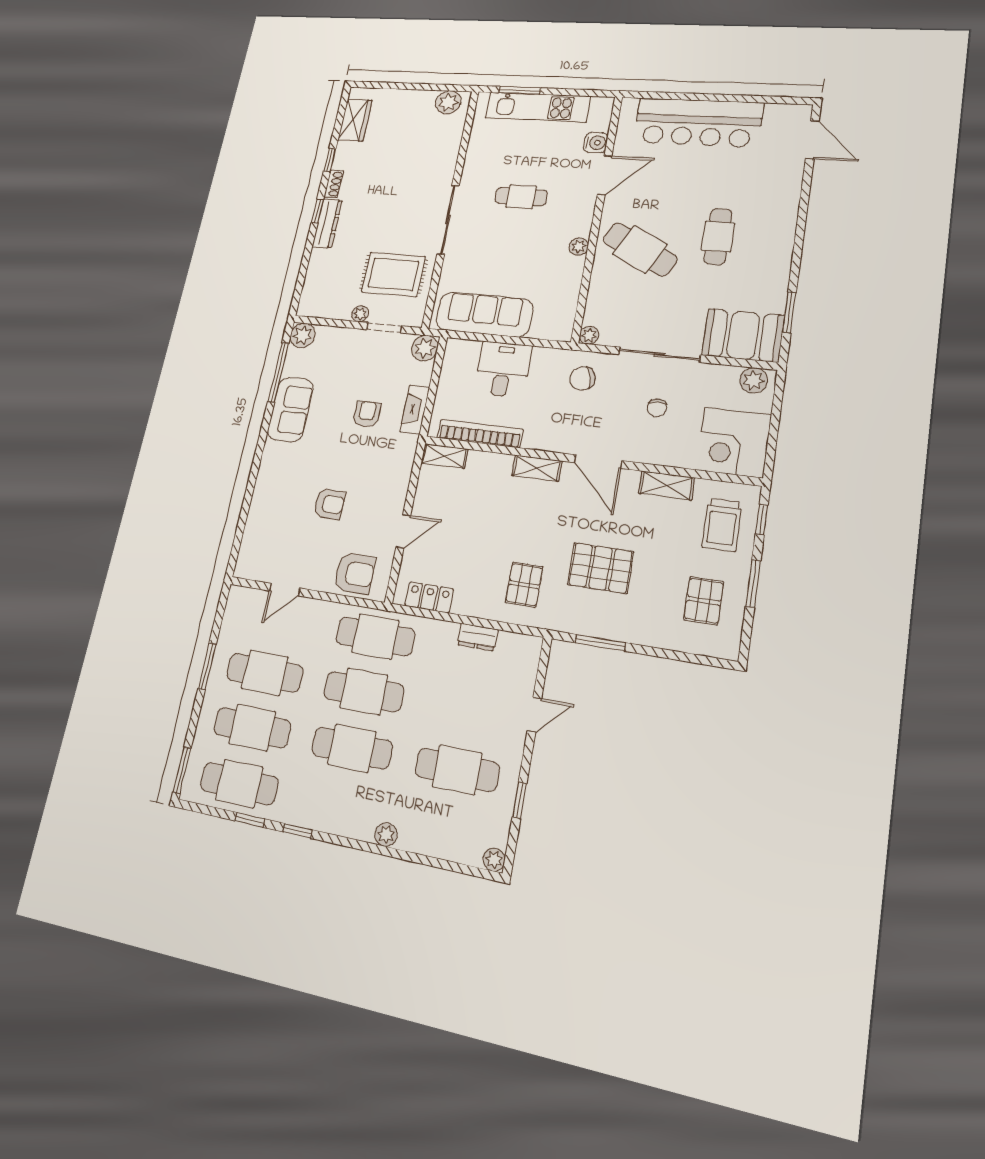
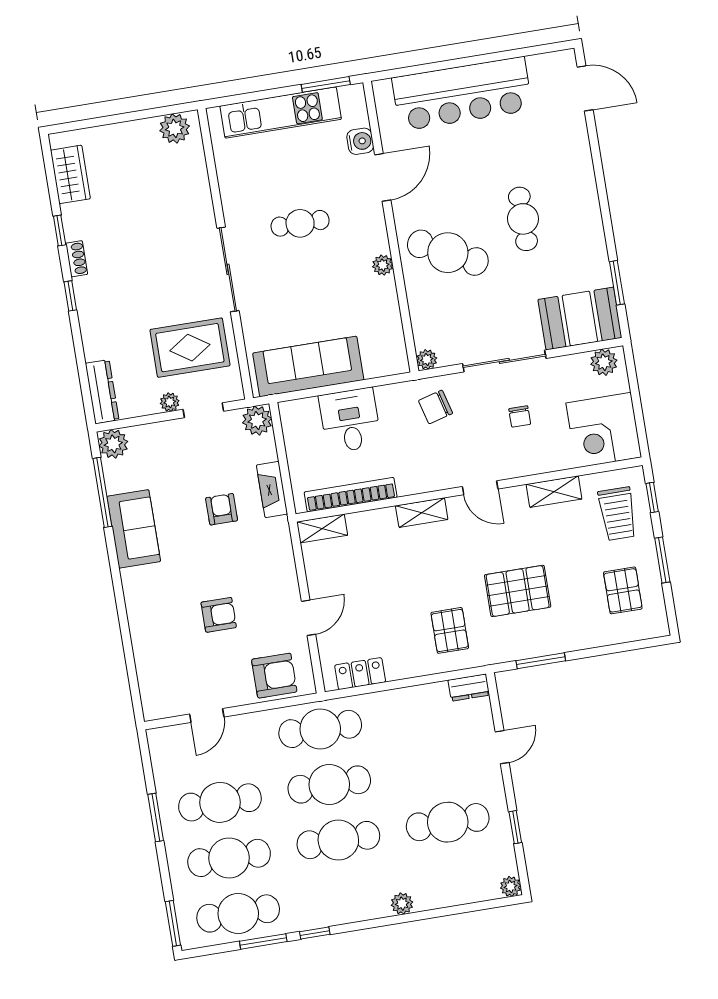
window: (520, 90) -> (326, 84), moved
dresser: (327, 223) -> (102, 392), moved
door: (598, 462) -> (480, 488), width x0.73
dresser: (478, 637) -> (469, 688), moved
window: (250, 820) -> (263, 941), width x1.50

